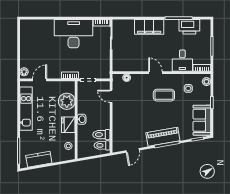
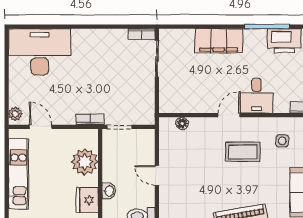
desk: (74, 34) -> (40, 52), moved
desk: (182, 61) -> (256, 96), moved
door: (155, 73) -> (229, 115), hinge flipped
door: (40, 80) -> (41, 127), hinge flipped
door: (111, 96) -> (157, 175), moved

